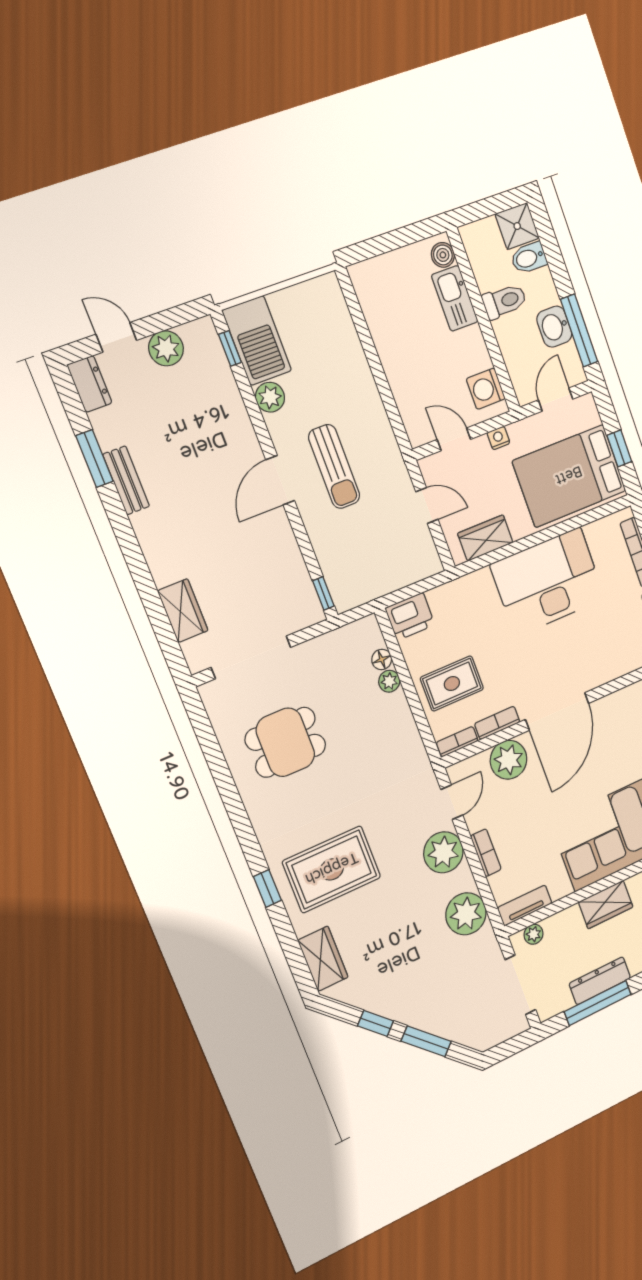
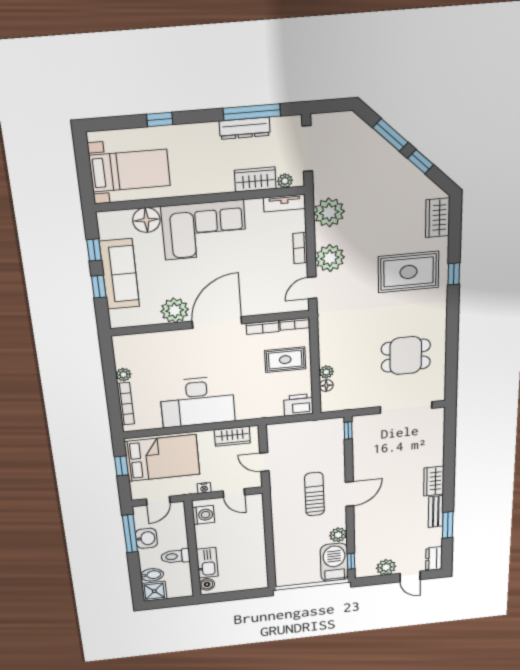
wardrobe: (183, 611) -> (434, 481), moved
plant: (509, 760) -> (175, 310), moved
wardrobe: (606, 904) -> (255, 180), moved

